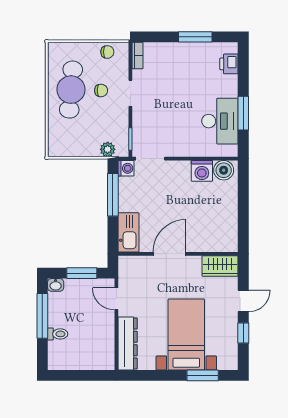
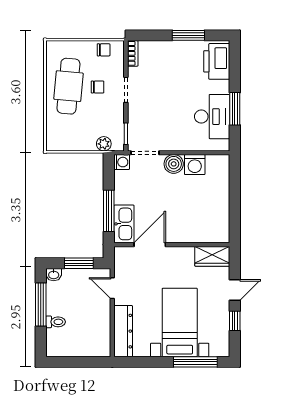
printer: (229, 64) -> (217, 61), width x1.87, depth x1.48
boiler: (224, 170) -> (174, 164), moved
window: (113, 195) -> (109, 211), moved
door: (170, 254) -> (150, 245), moved
window: (203, 375) -> (195, 362), width x1.44

